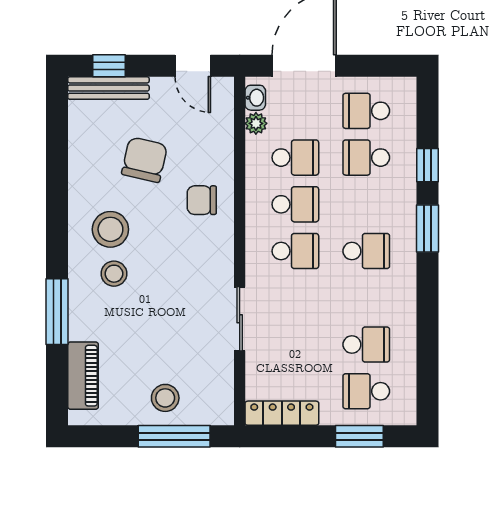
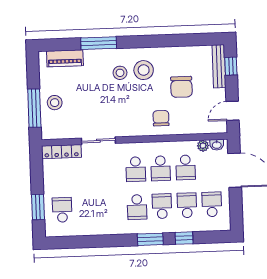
chair: (145, 160) -> (181, 87), turned 77
school desk: (366, 345) -> (162, 206), moved, turned 180
locker: (282, 413) -> (61, 152), moved, turned 90

